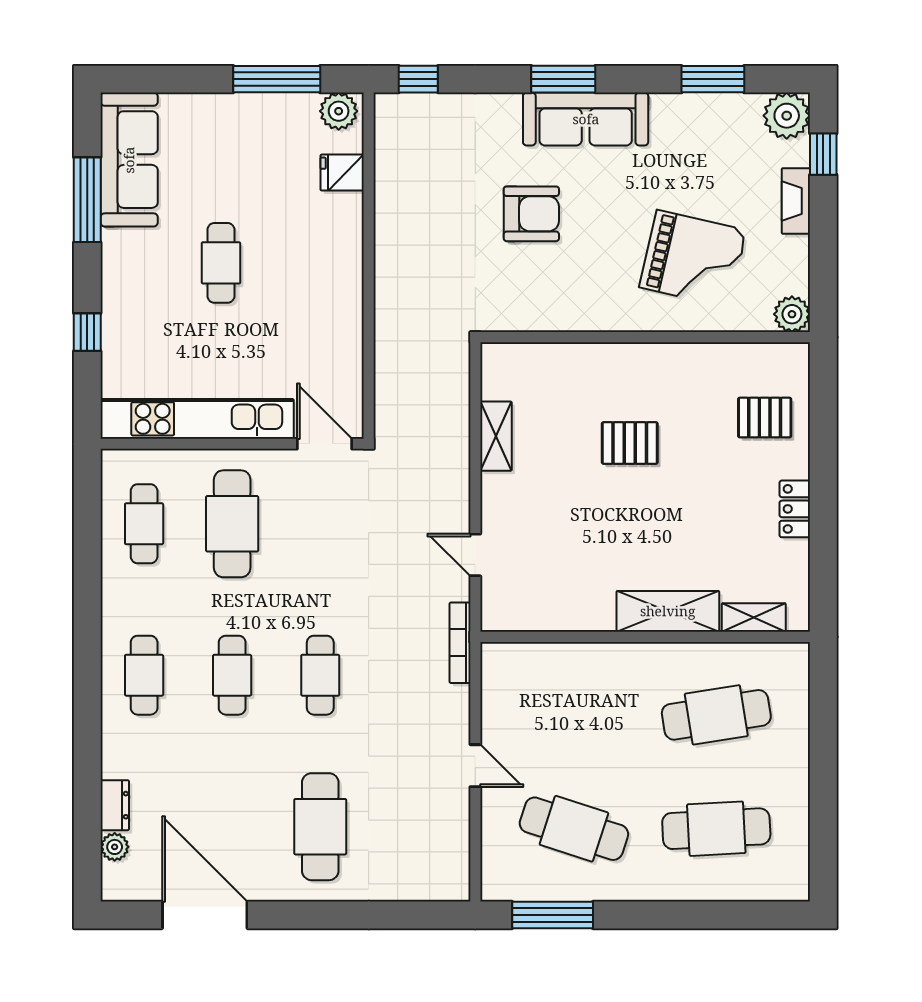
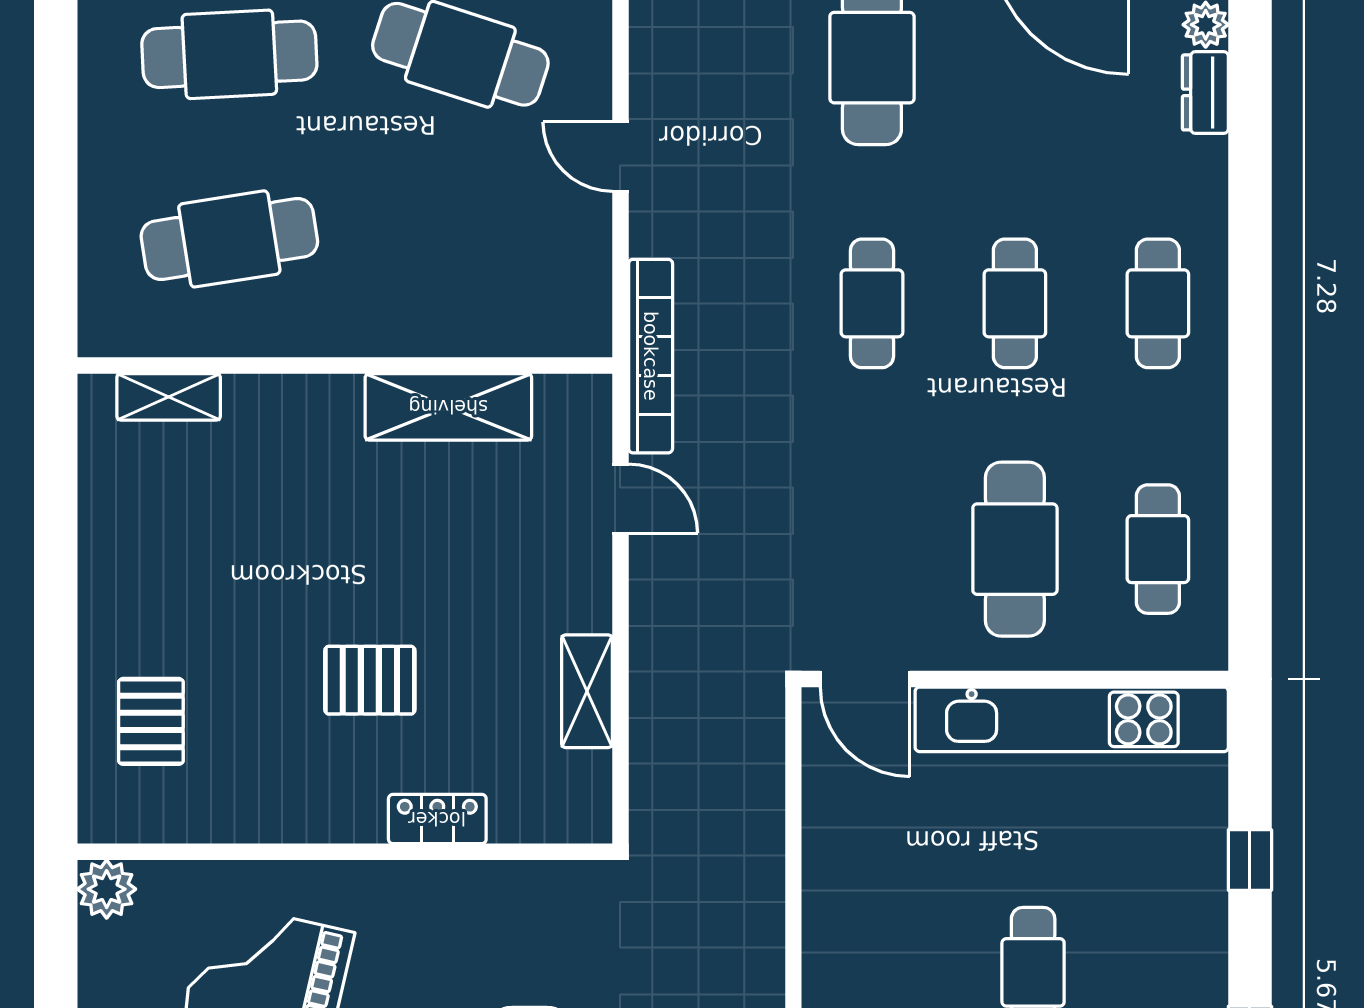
pallet: (765, 418) -> (151, 721), turned 90
locker: (795, 509) -> (437, 819), moved, turned -90
shelving: (668, 611) -> (448, 407), moved
bookcase: (460, 643) -> (651, 356), width x1.48, depth x1.31

